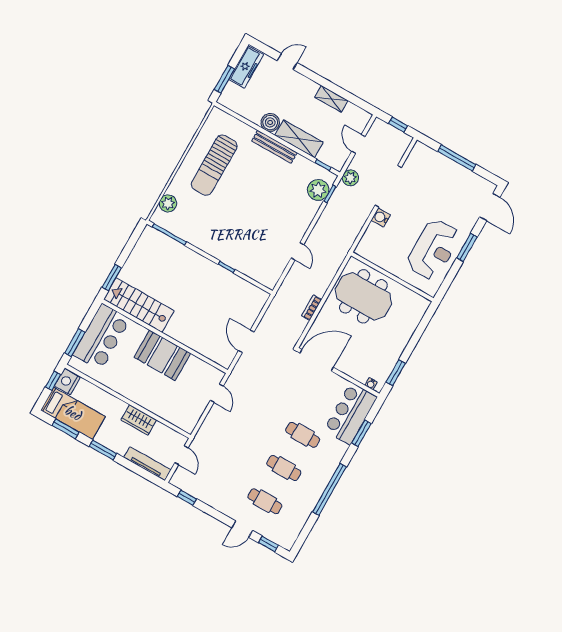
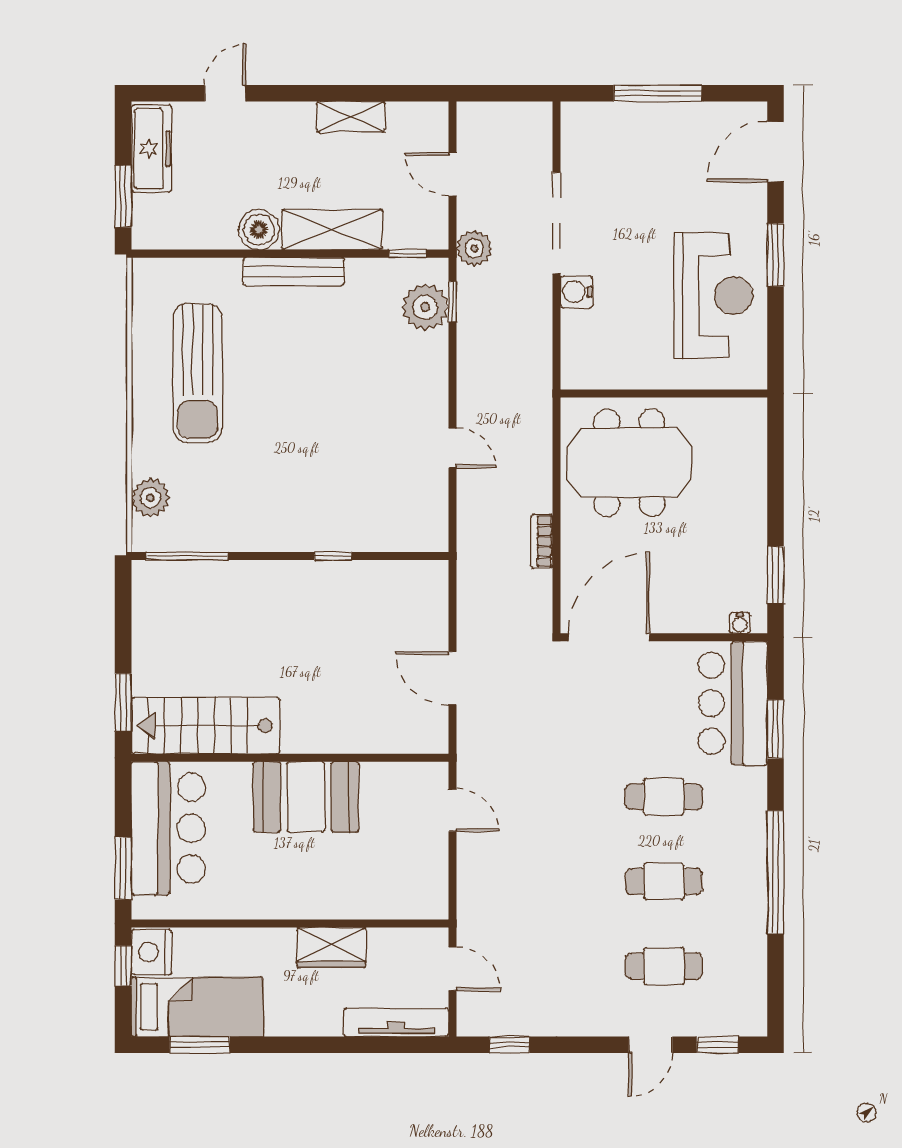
window: (398, 125) -> (508, 93), removed
door: (490, 207) -> (775, 152), swing flipped
window: (103, 450) -> (295, 1045), removed

